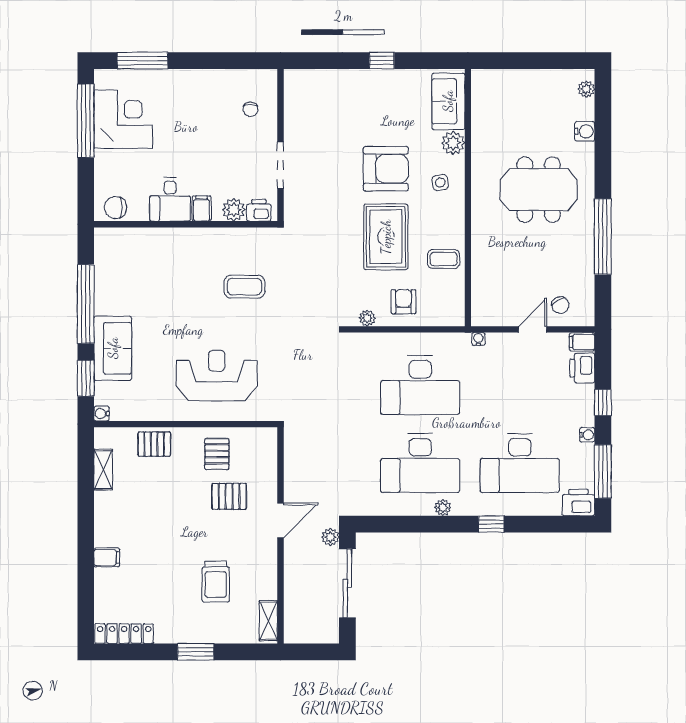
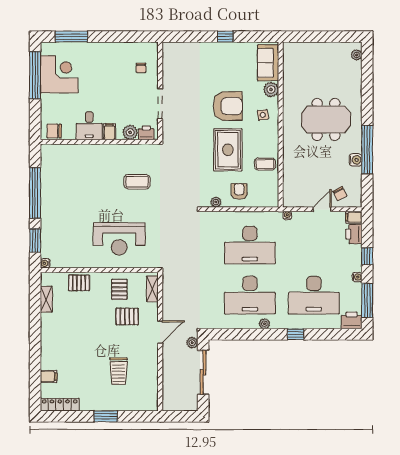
water cooler: (585, 131) -> (356, 160), moved
sofa: (113, 348) -> (52, 221), removed
reception desk: (217, 376) -> (119, 239), turned 180
filing cabinet: (107, 557) -> (49, 376), moved
shelving: (268, 621) -> (152, 289), moved

